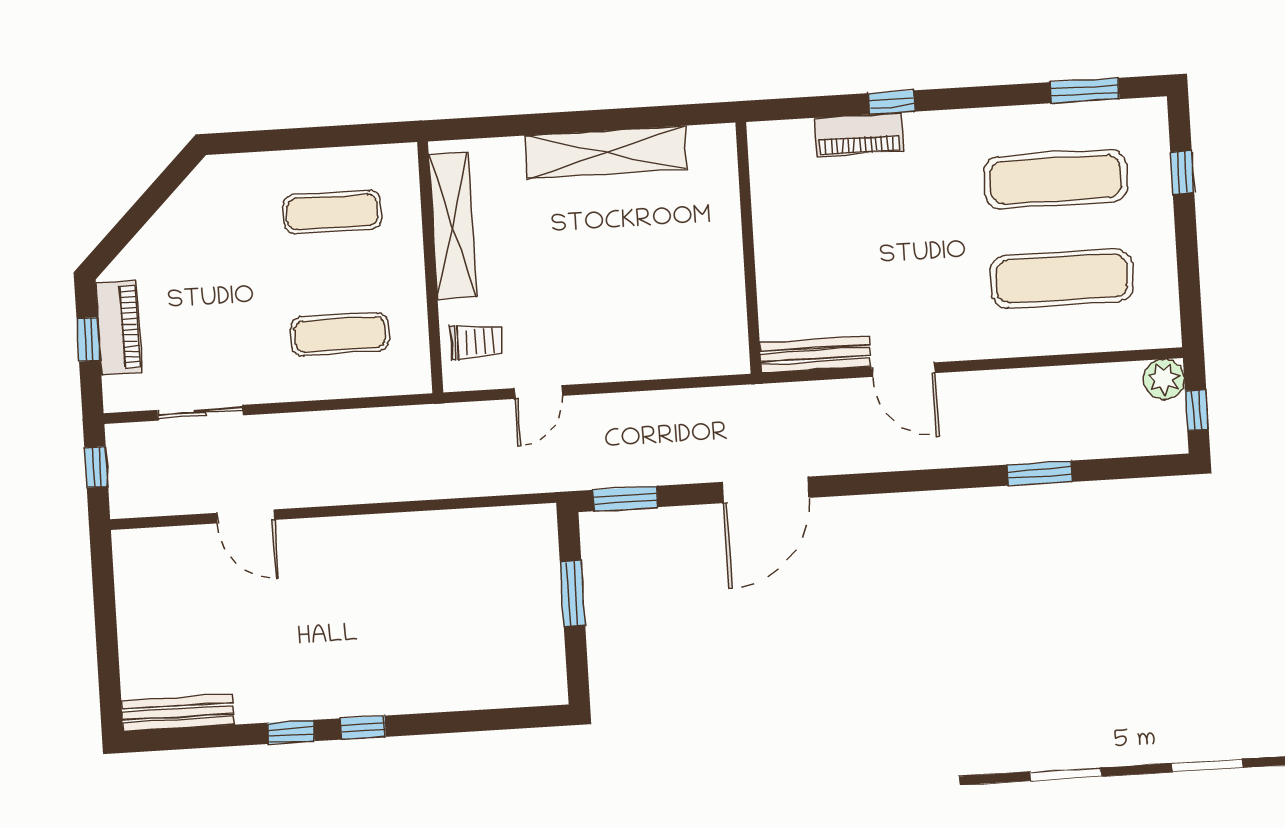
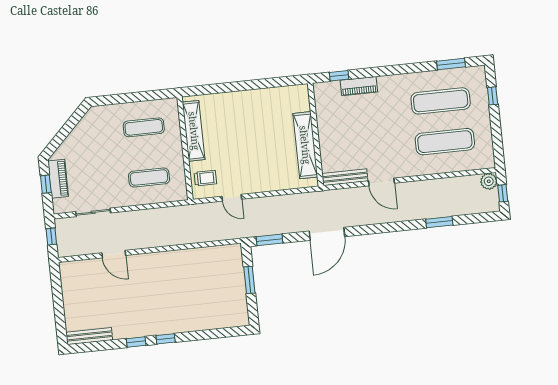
window: (892, 102) -> (339, 76), moved
shelving: (606, 152) -> (305, 145), moved, turned 90
door: (538, 392) -> (232, 198), hinge flipped

